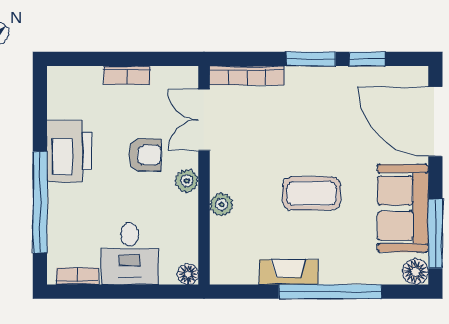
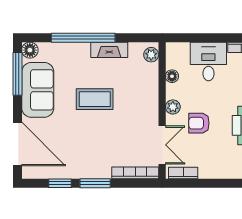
bookcase: (127, 75) -> (183, 173), moved
plant: (221, 205) -> (151, 55), moved
floor lamp: (188, 274) -> (172, 76), moved

